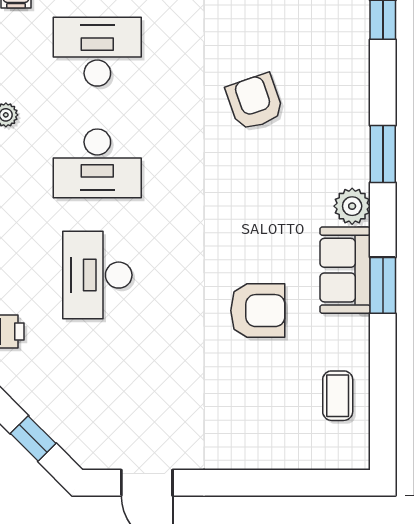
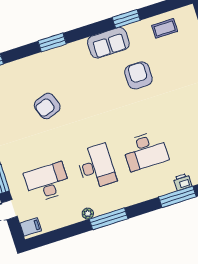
desk: (97, 52) -> (47, 182), turned 90
plant: (352, 206) -> (79, 49), removed
window: (383, 285) -> (126, 19), moved

